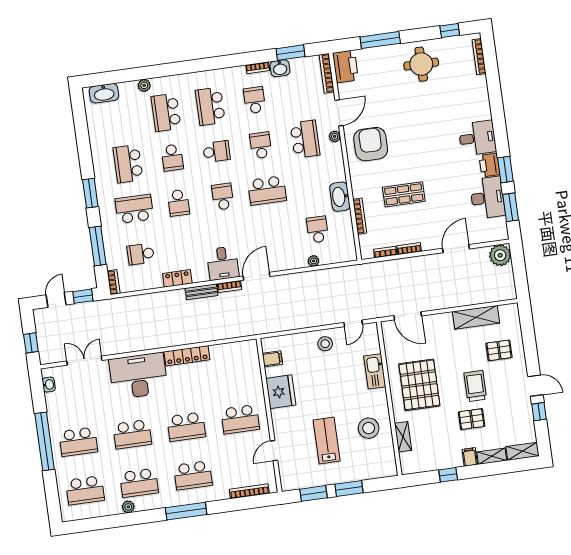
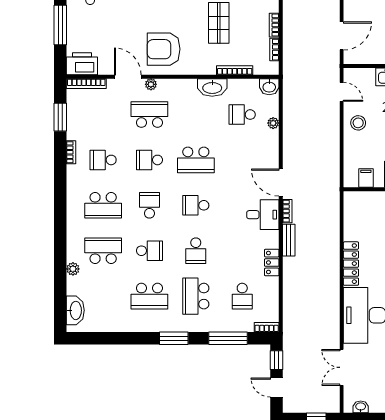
washbasin: (280, 68) -> (269, 87), moved, turned 90
school desk: (166, 112) -> (103, 251), turned 180
school desk: (267, 190) -> (196, 160), turned 90
school desk: (179, 203) -> (196, 251), turned 90

